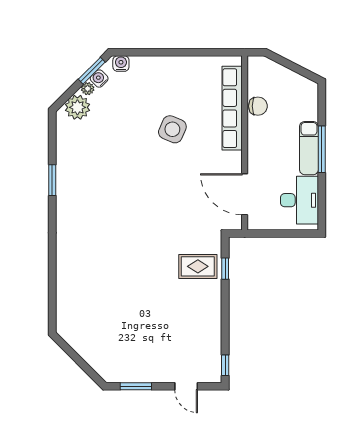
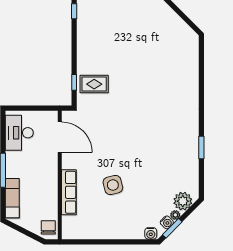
chair: (258, 106) -> (48, 227), moved, turned 90
row of seats: (232, 108) -> (69, 192), width x0.73
side table: (172, 129) -> (113, 185), turned -37
exam couch: (309, 148) -> (12, 198), moved

